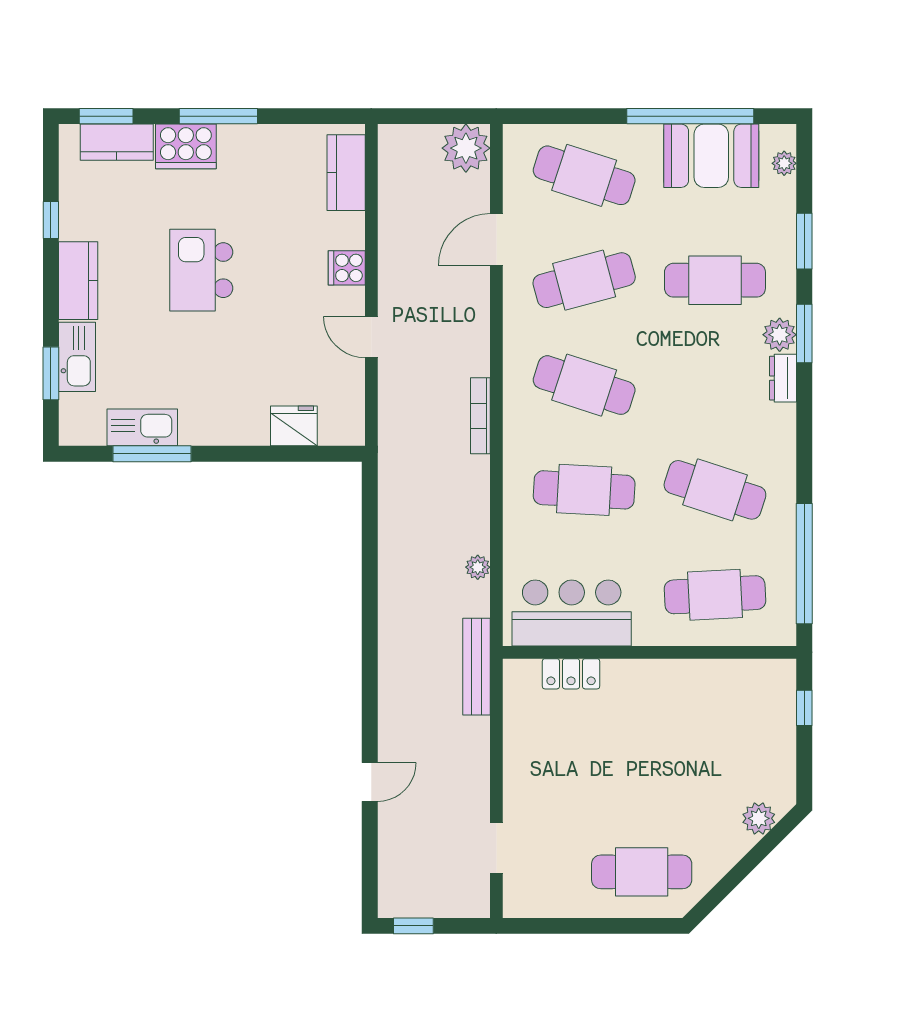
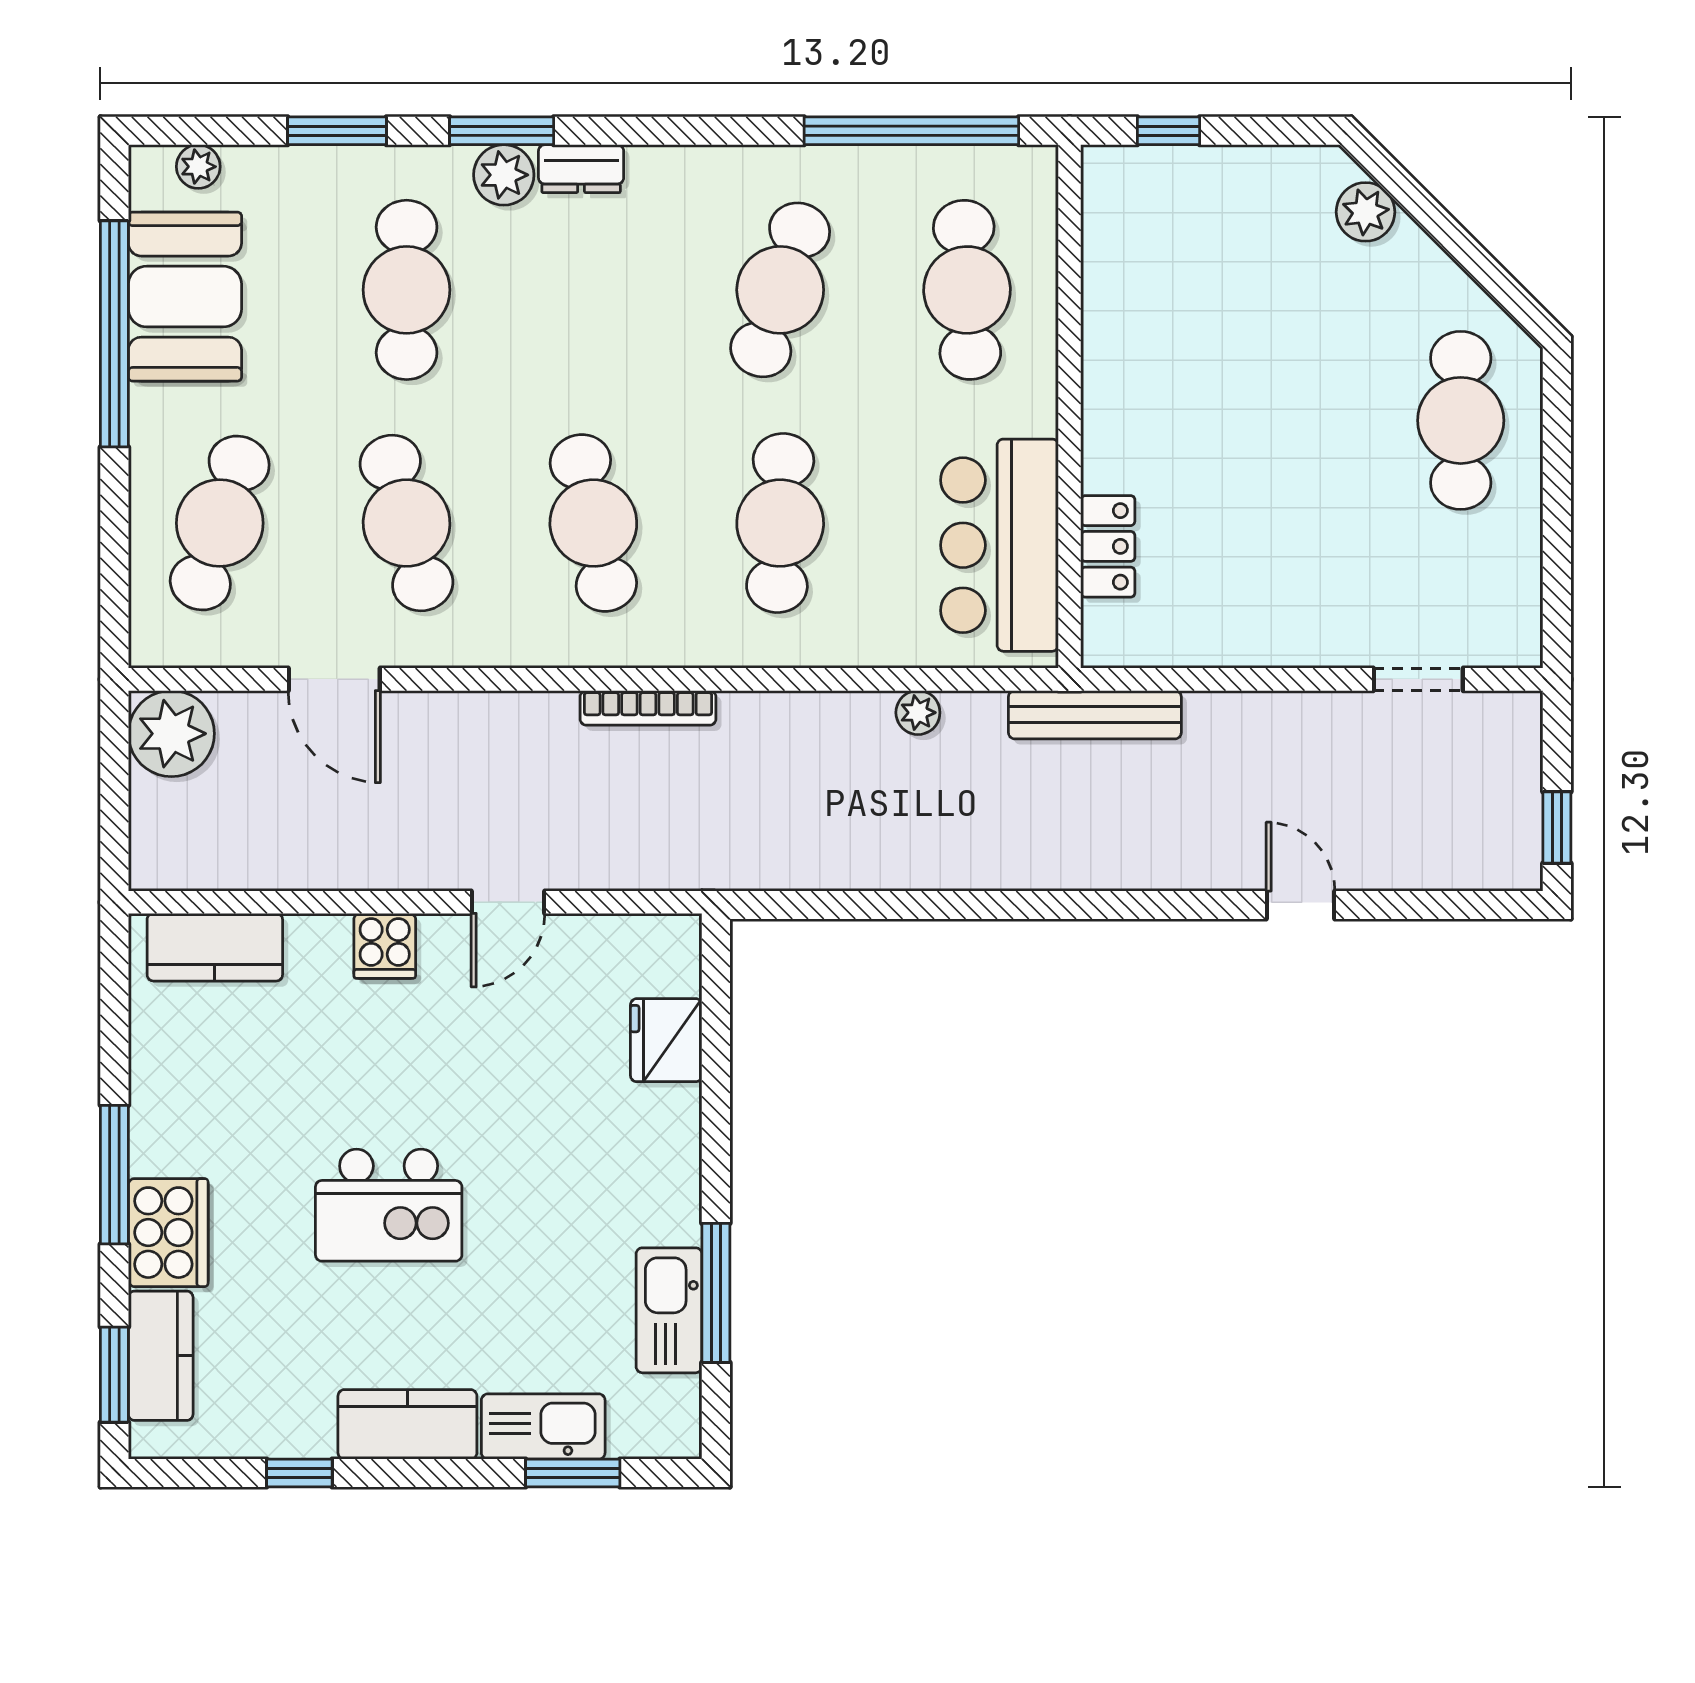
cafe table: (584, 385) -> (593, 523), turned -30

